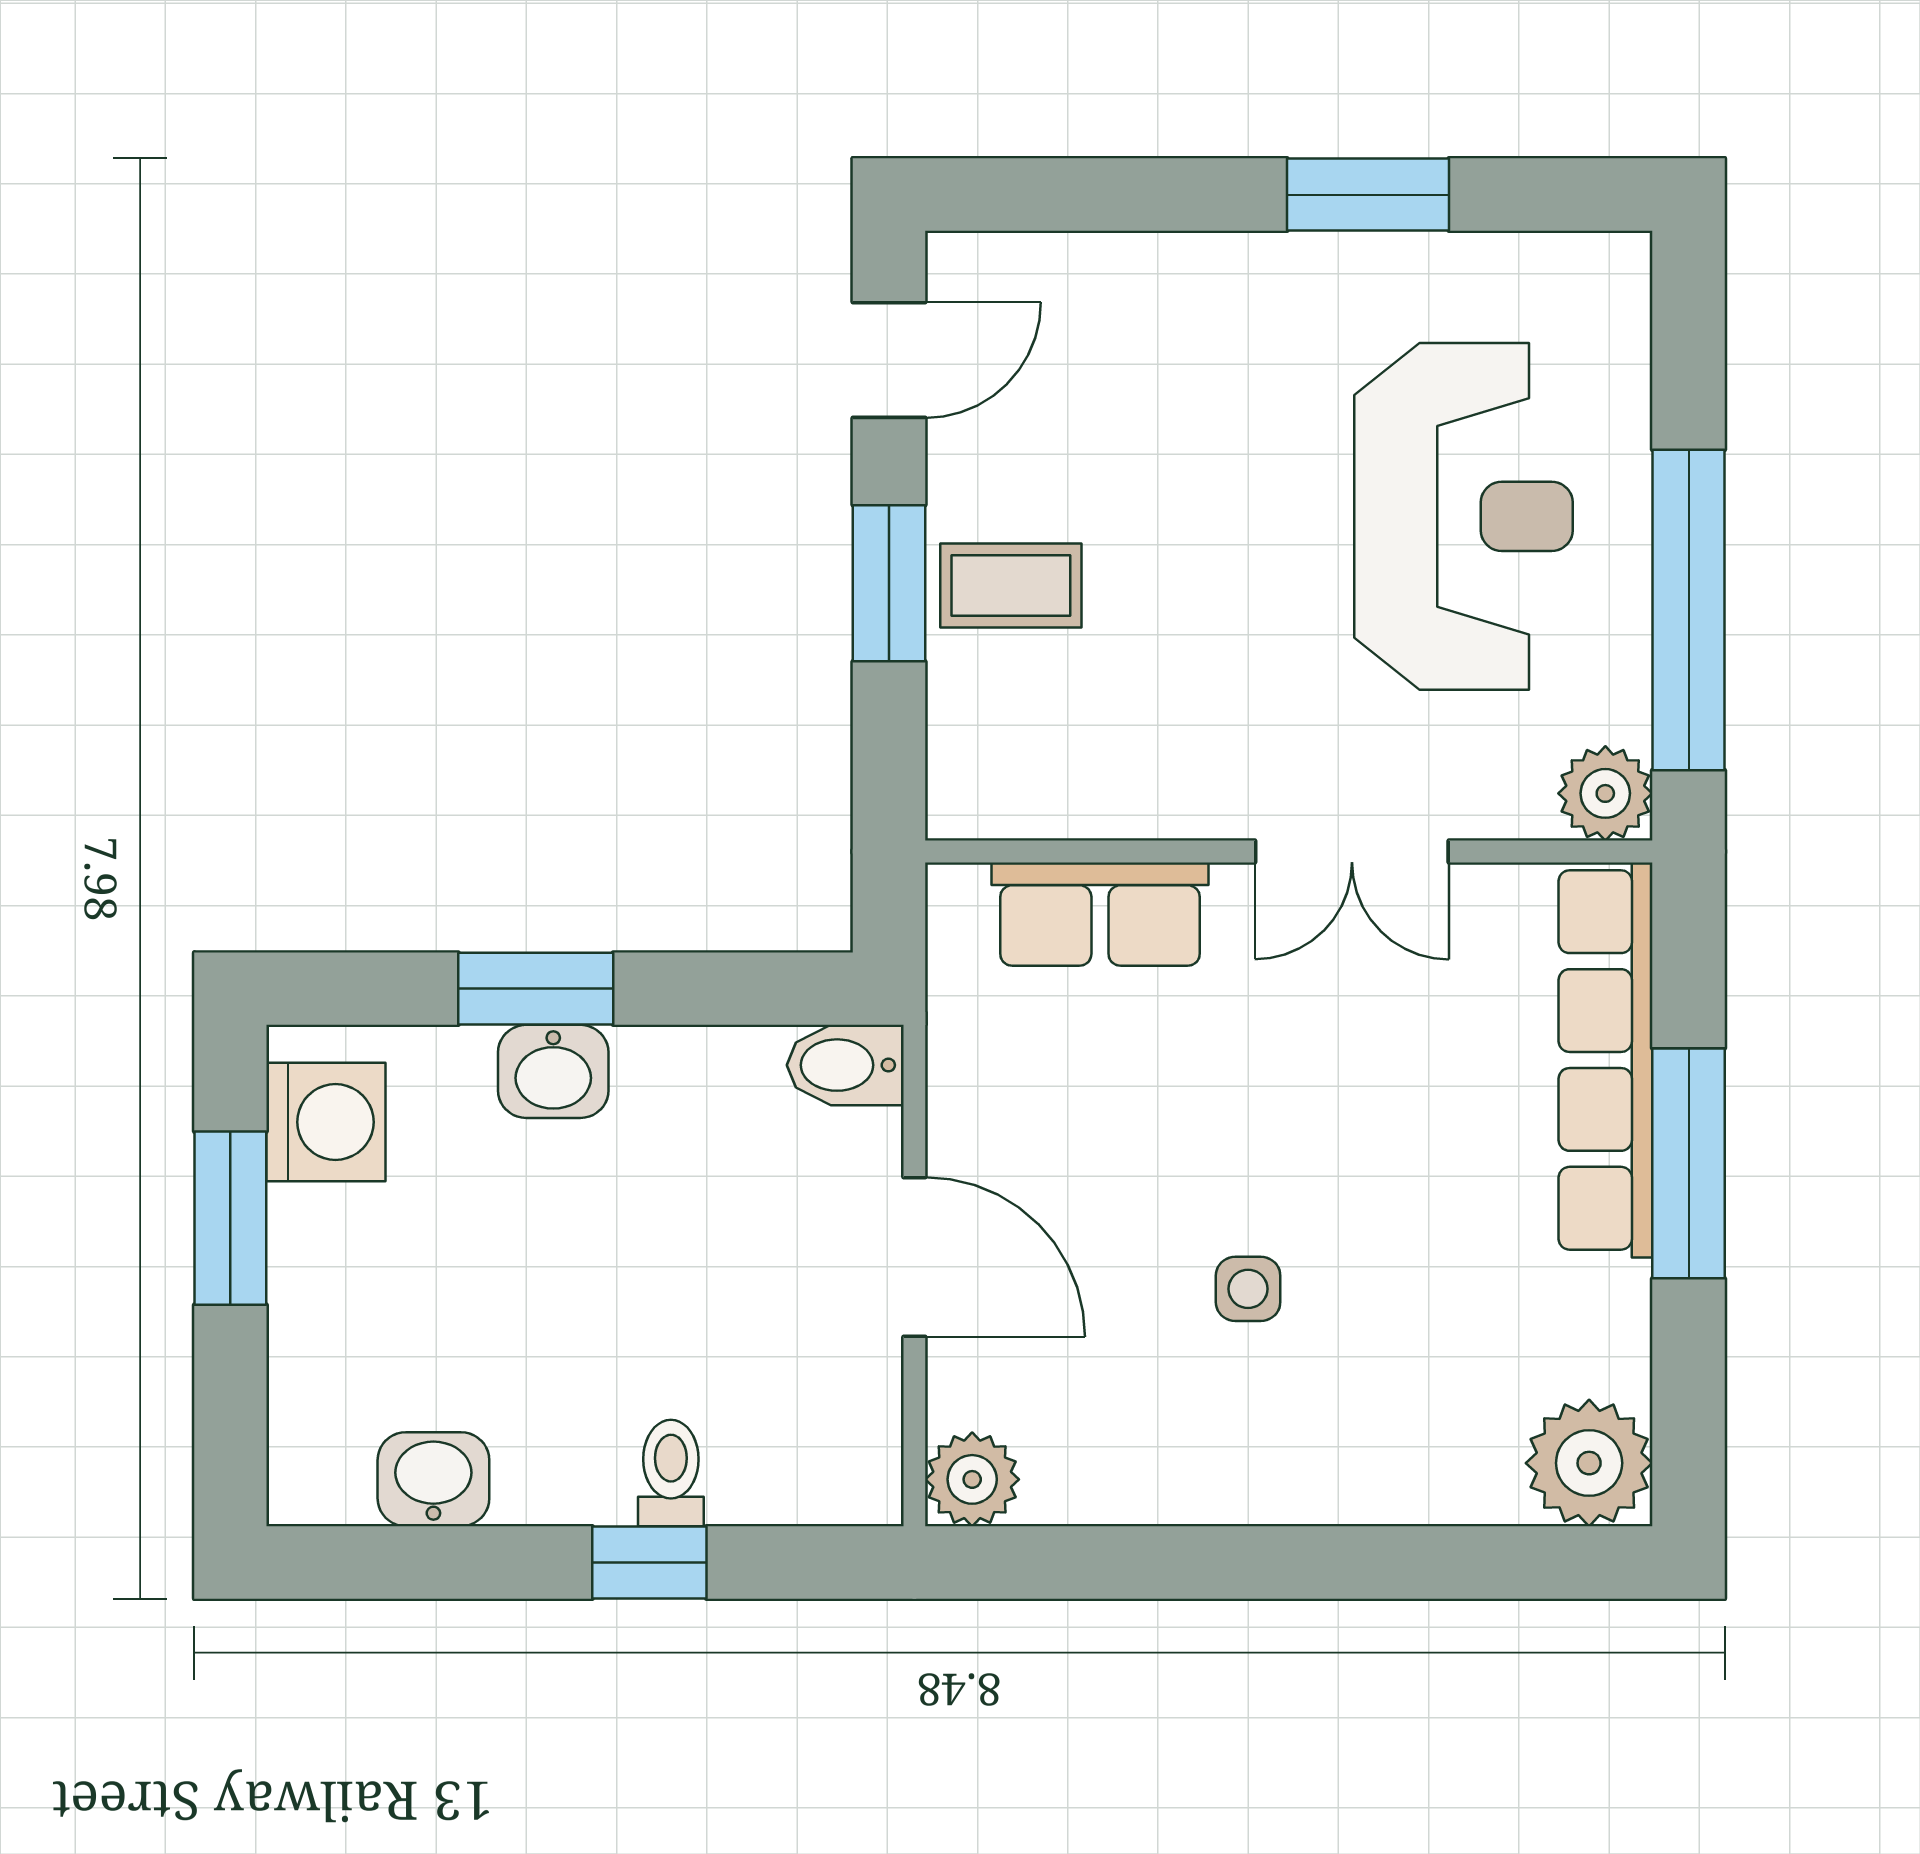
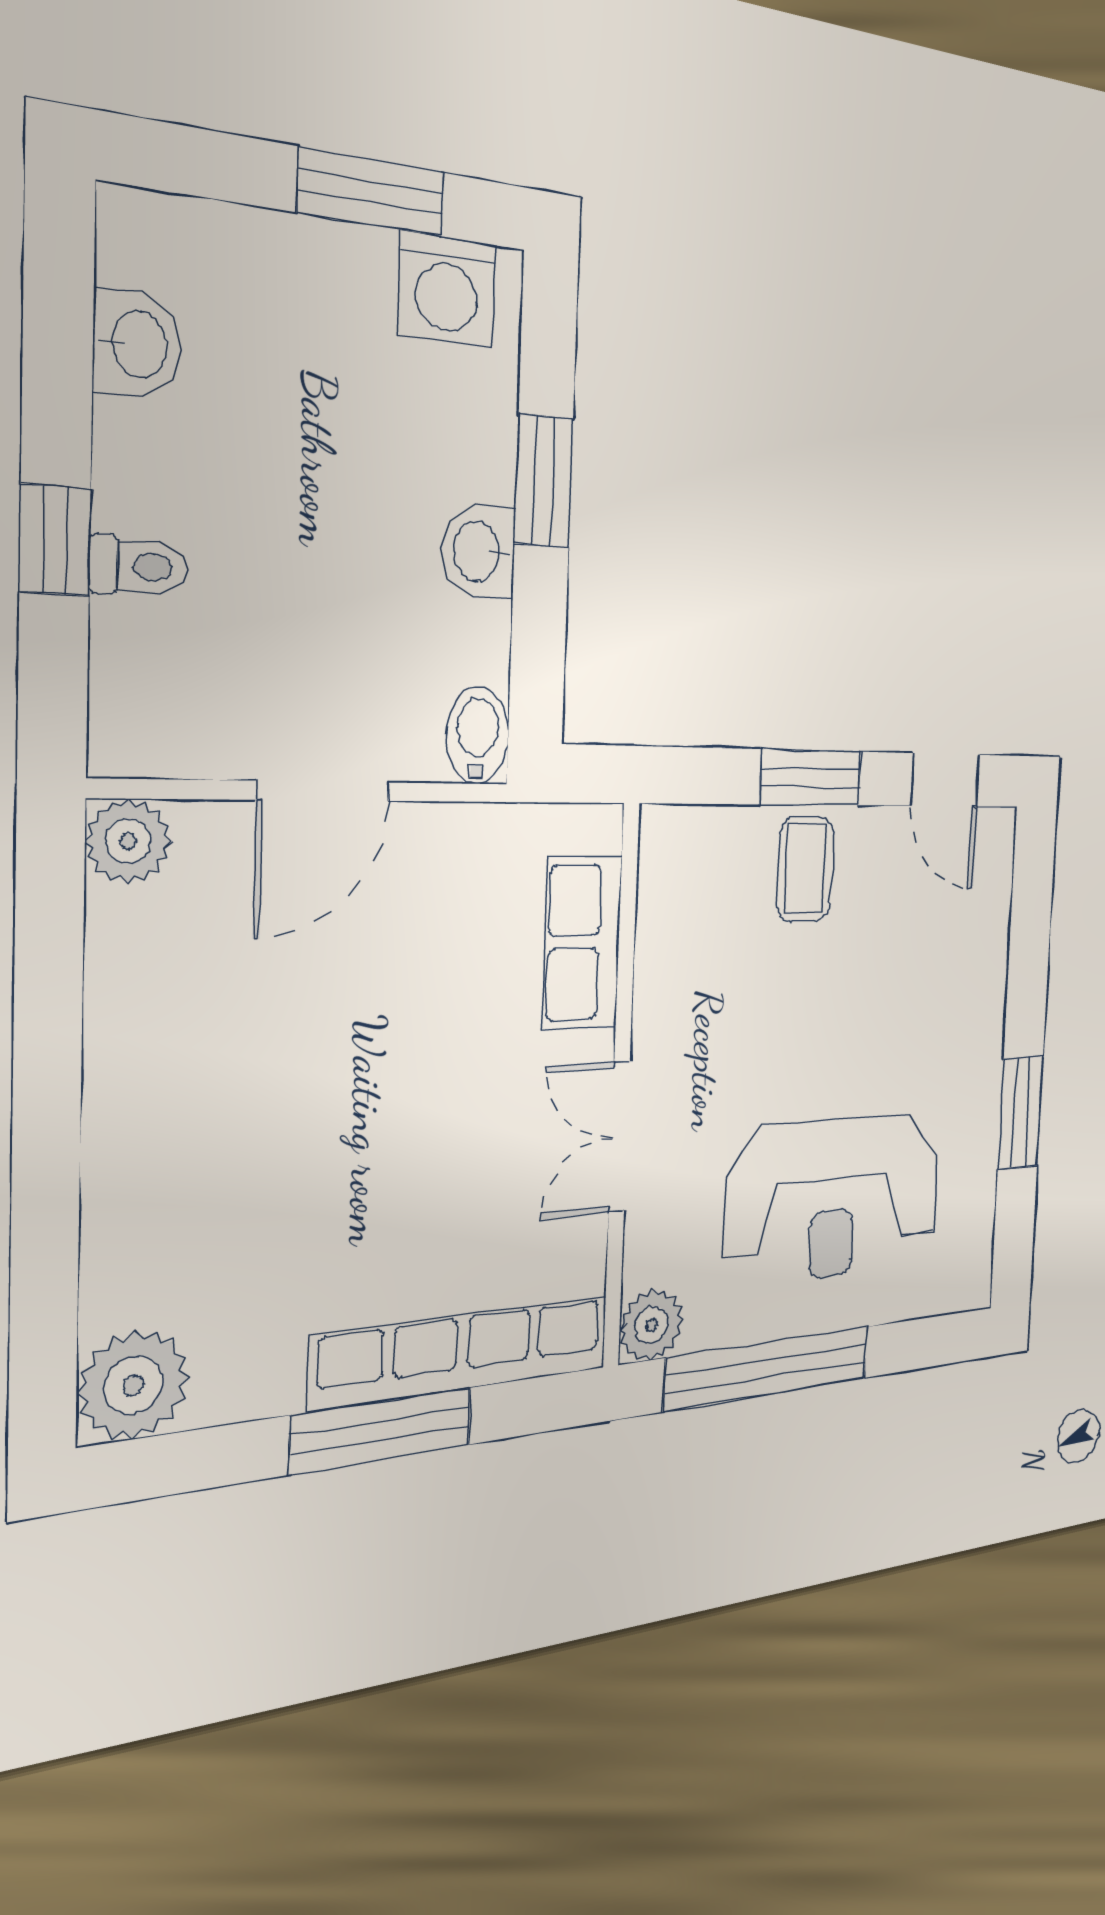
washbasin: (553, 1071) -> (479, 552), moved
side table: (1248, 1289) -> (290, 1078), removed

